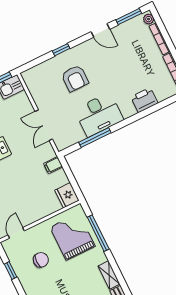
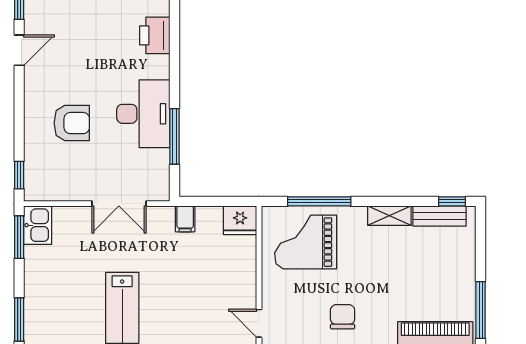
window: (61, 50) -> (19, 175), moved
chair: (41, 260) -> (343, 317), moved

